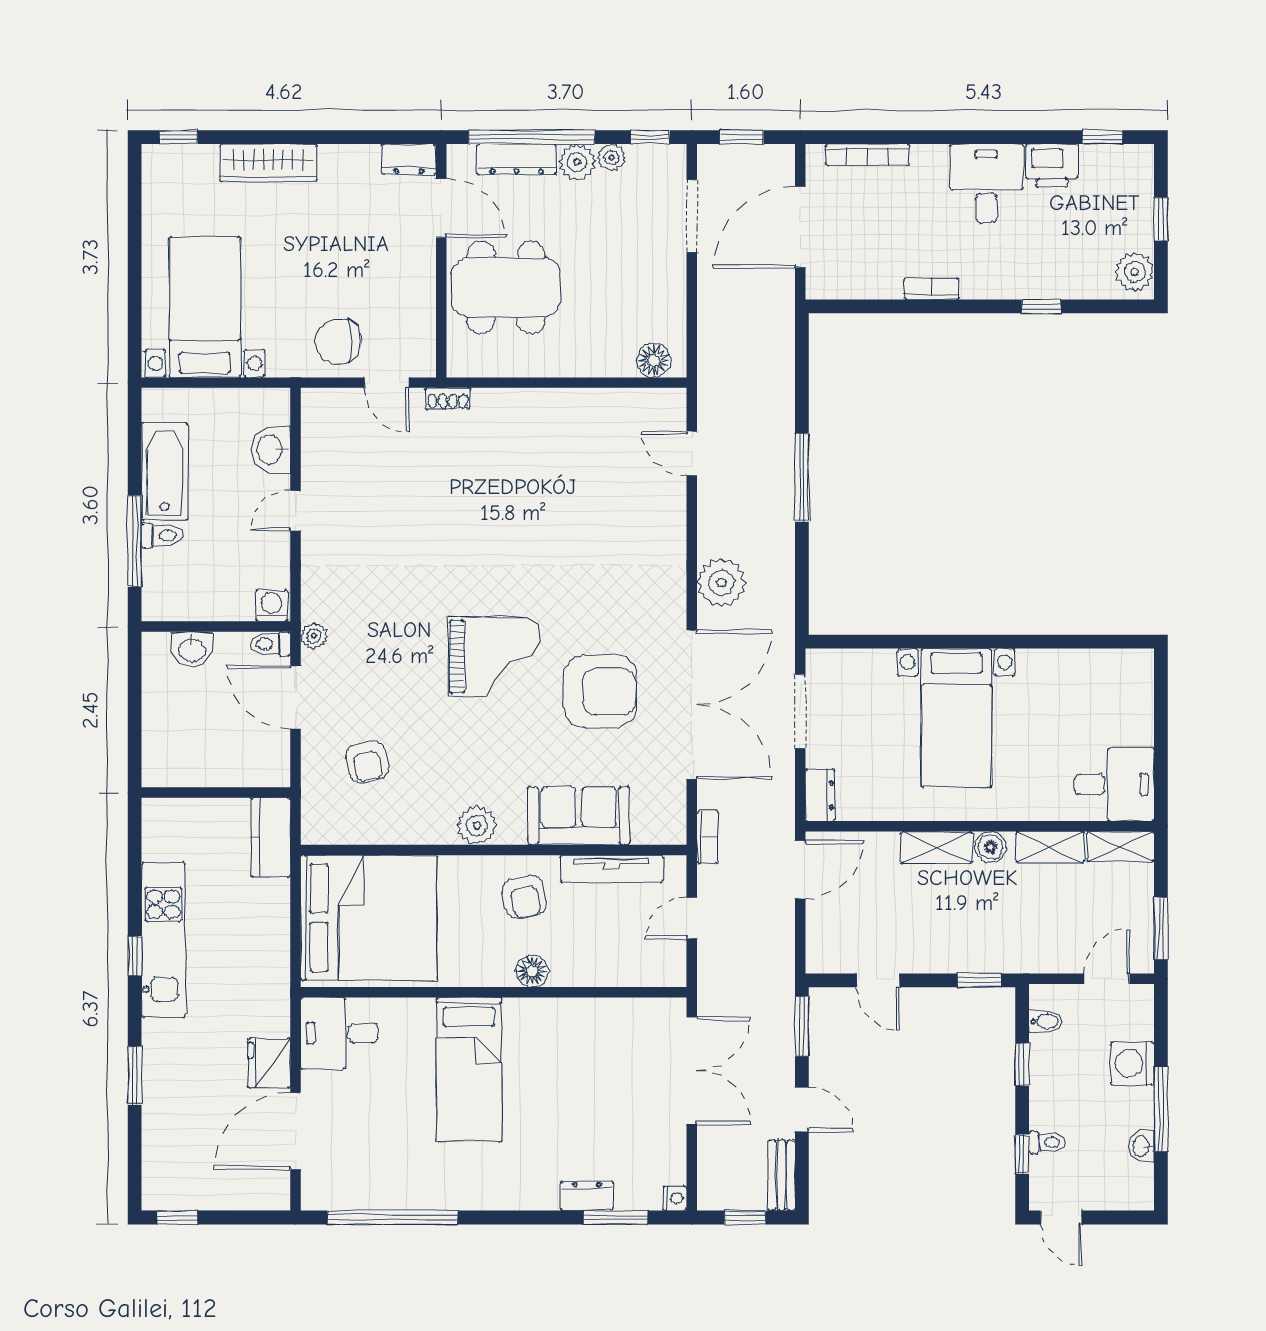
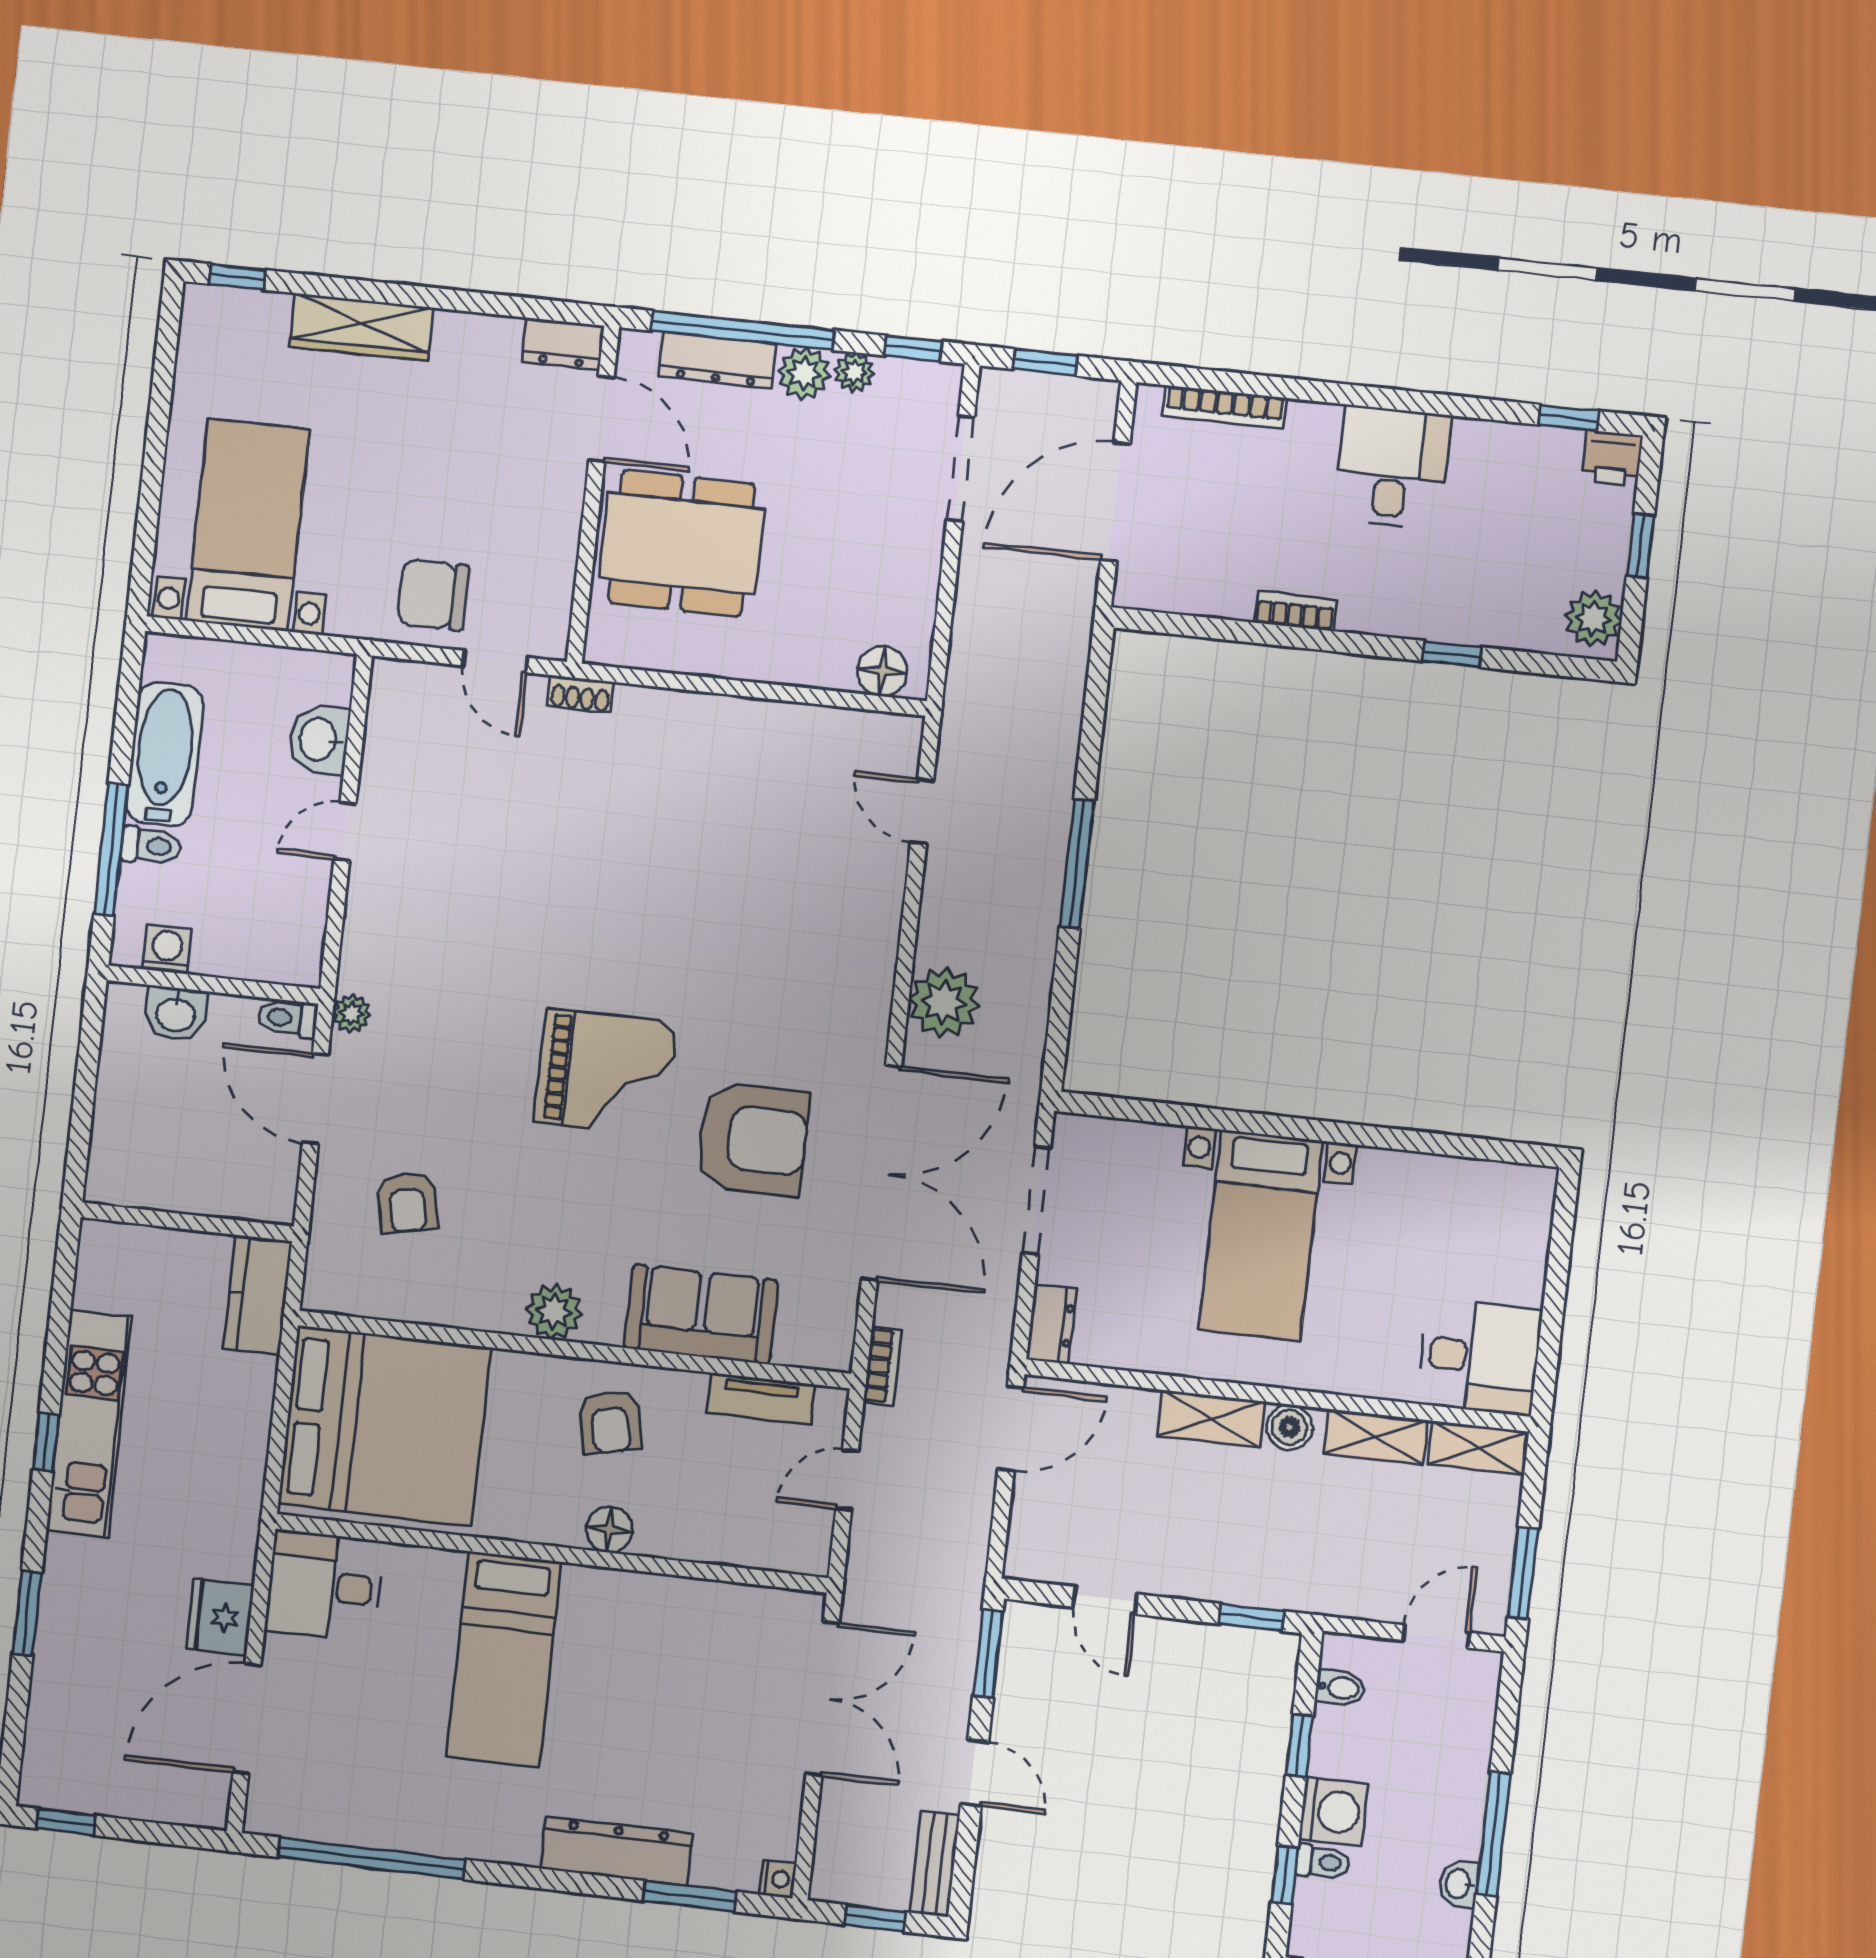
printer: (1052, 166) -> (1612, 458), moved, width x0.73, depth x0.81
washing machine: (272, 606) -> (167, 949), moved
tv unit: (611, 869) -> (761, 1399), width x0.71
washing machine: (1132, 1063) -> (1334, 1811), moved, turned 180
dresser: (587, 1196) -> (616, 1851), width x1.96, depth x1.24

